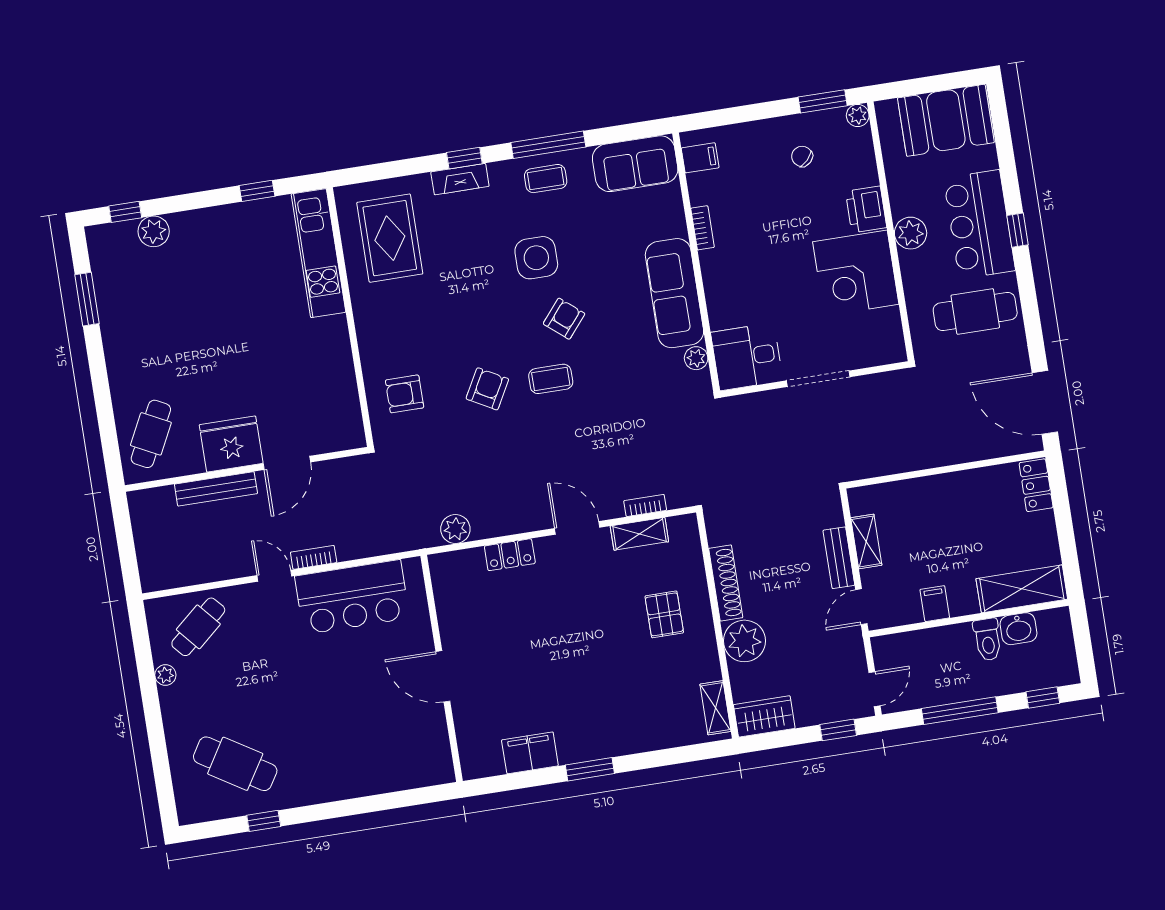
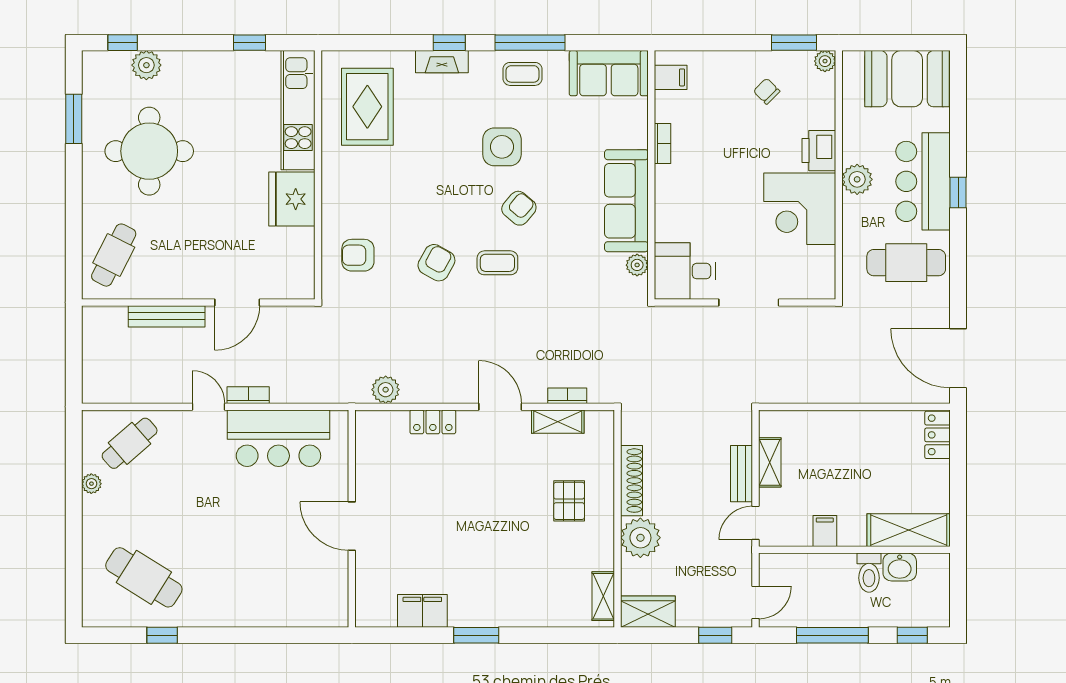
round table: (171, 320) -> (149, 151), added
fridge: (231, 444) -> (292, 199), moved, turned -90

